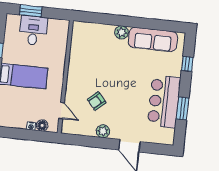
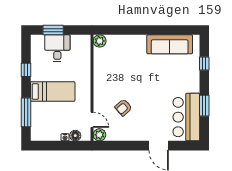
plant: (122, 32) -> (100, 41), moved
bar counter: (164, 101) -> (186, 117), moved
plant: (103, 131) -> (99, 135), moved

